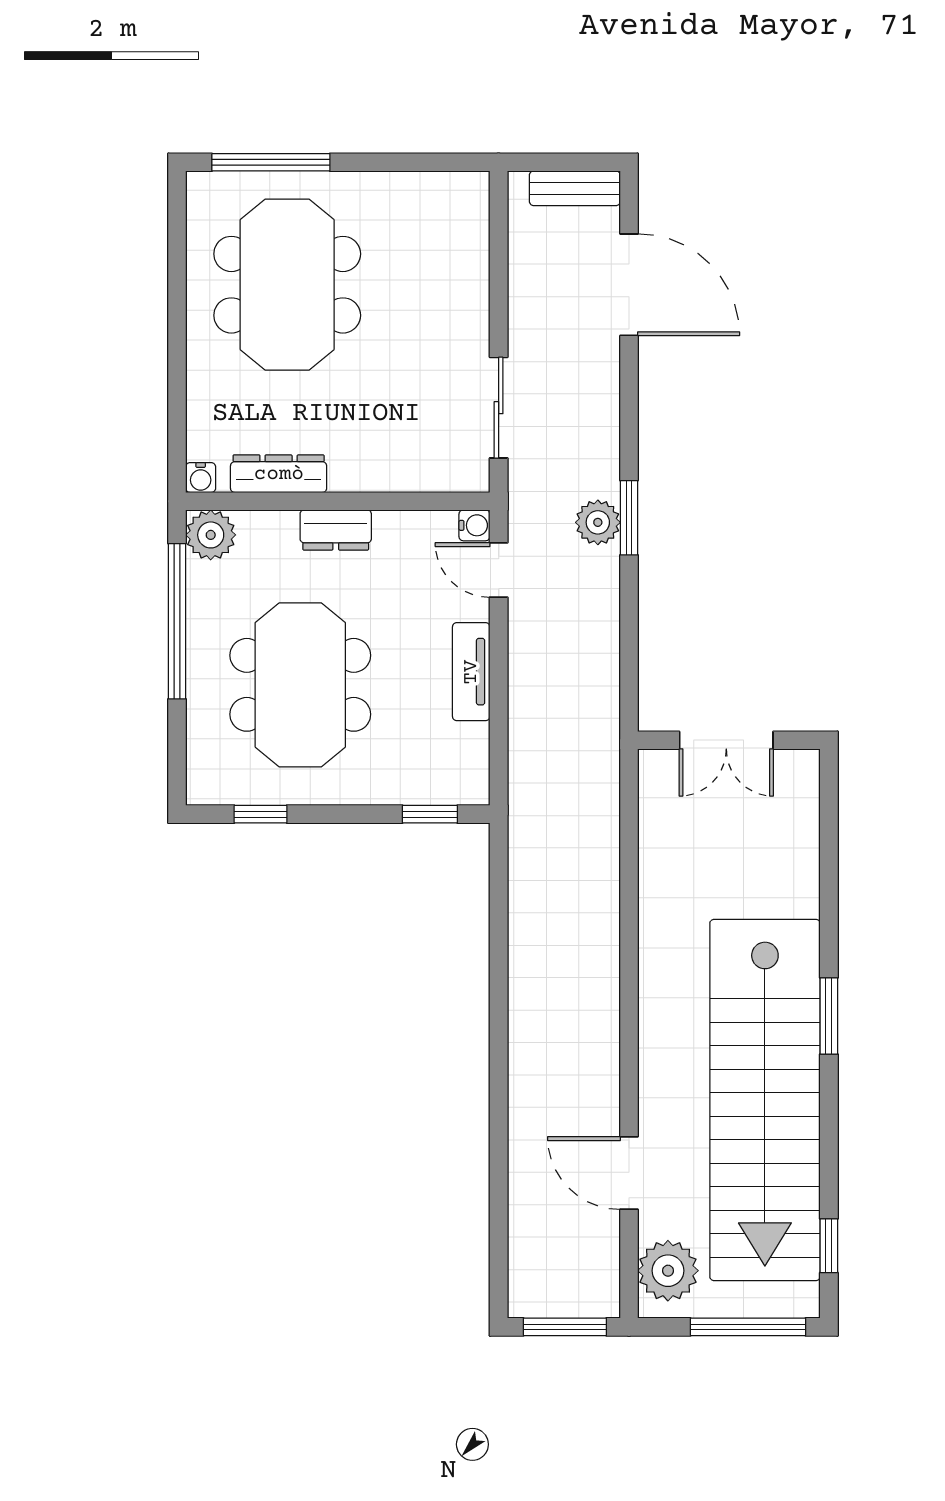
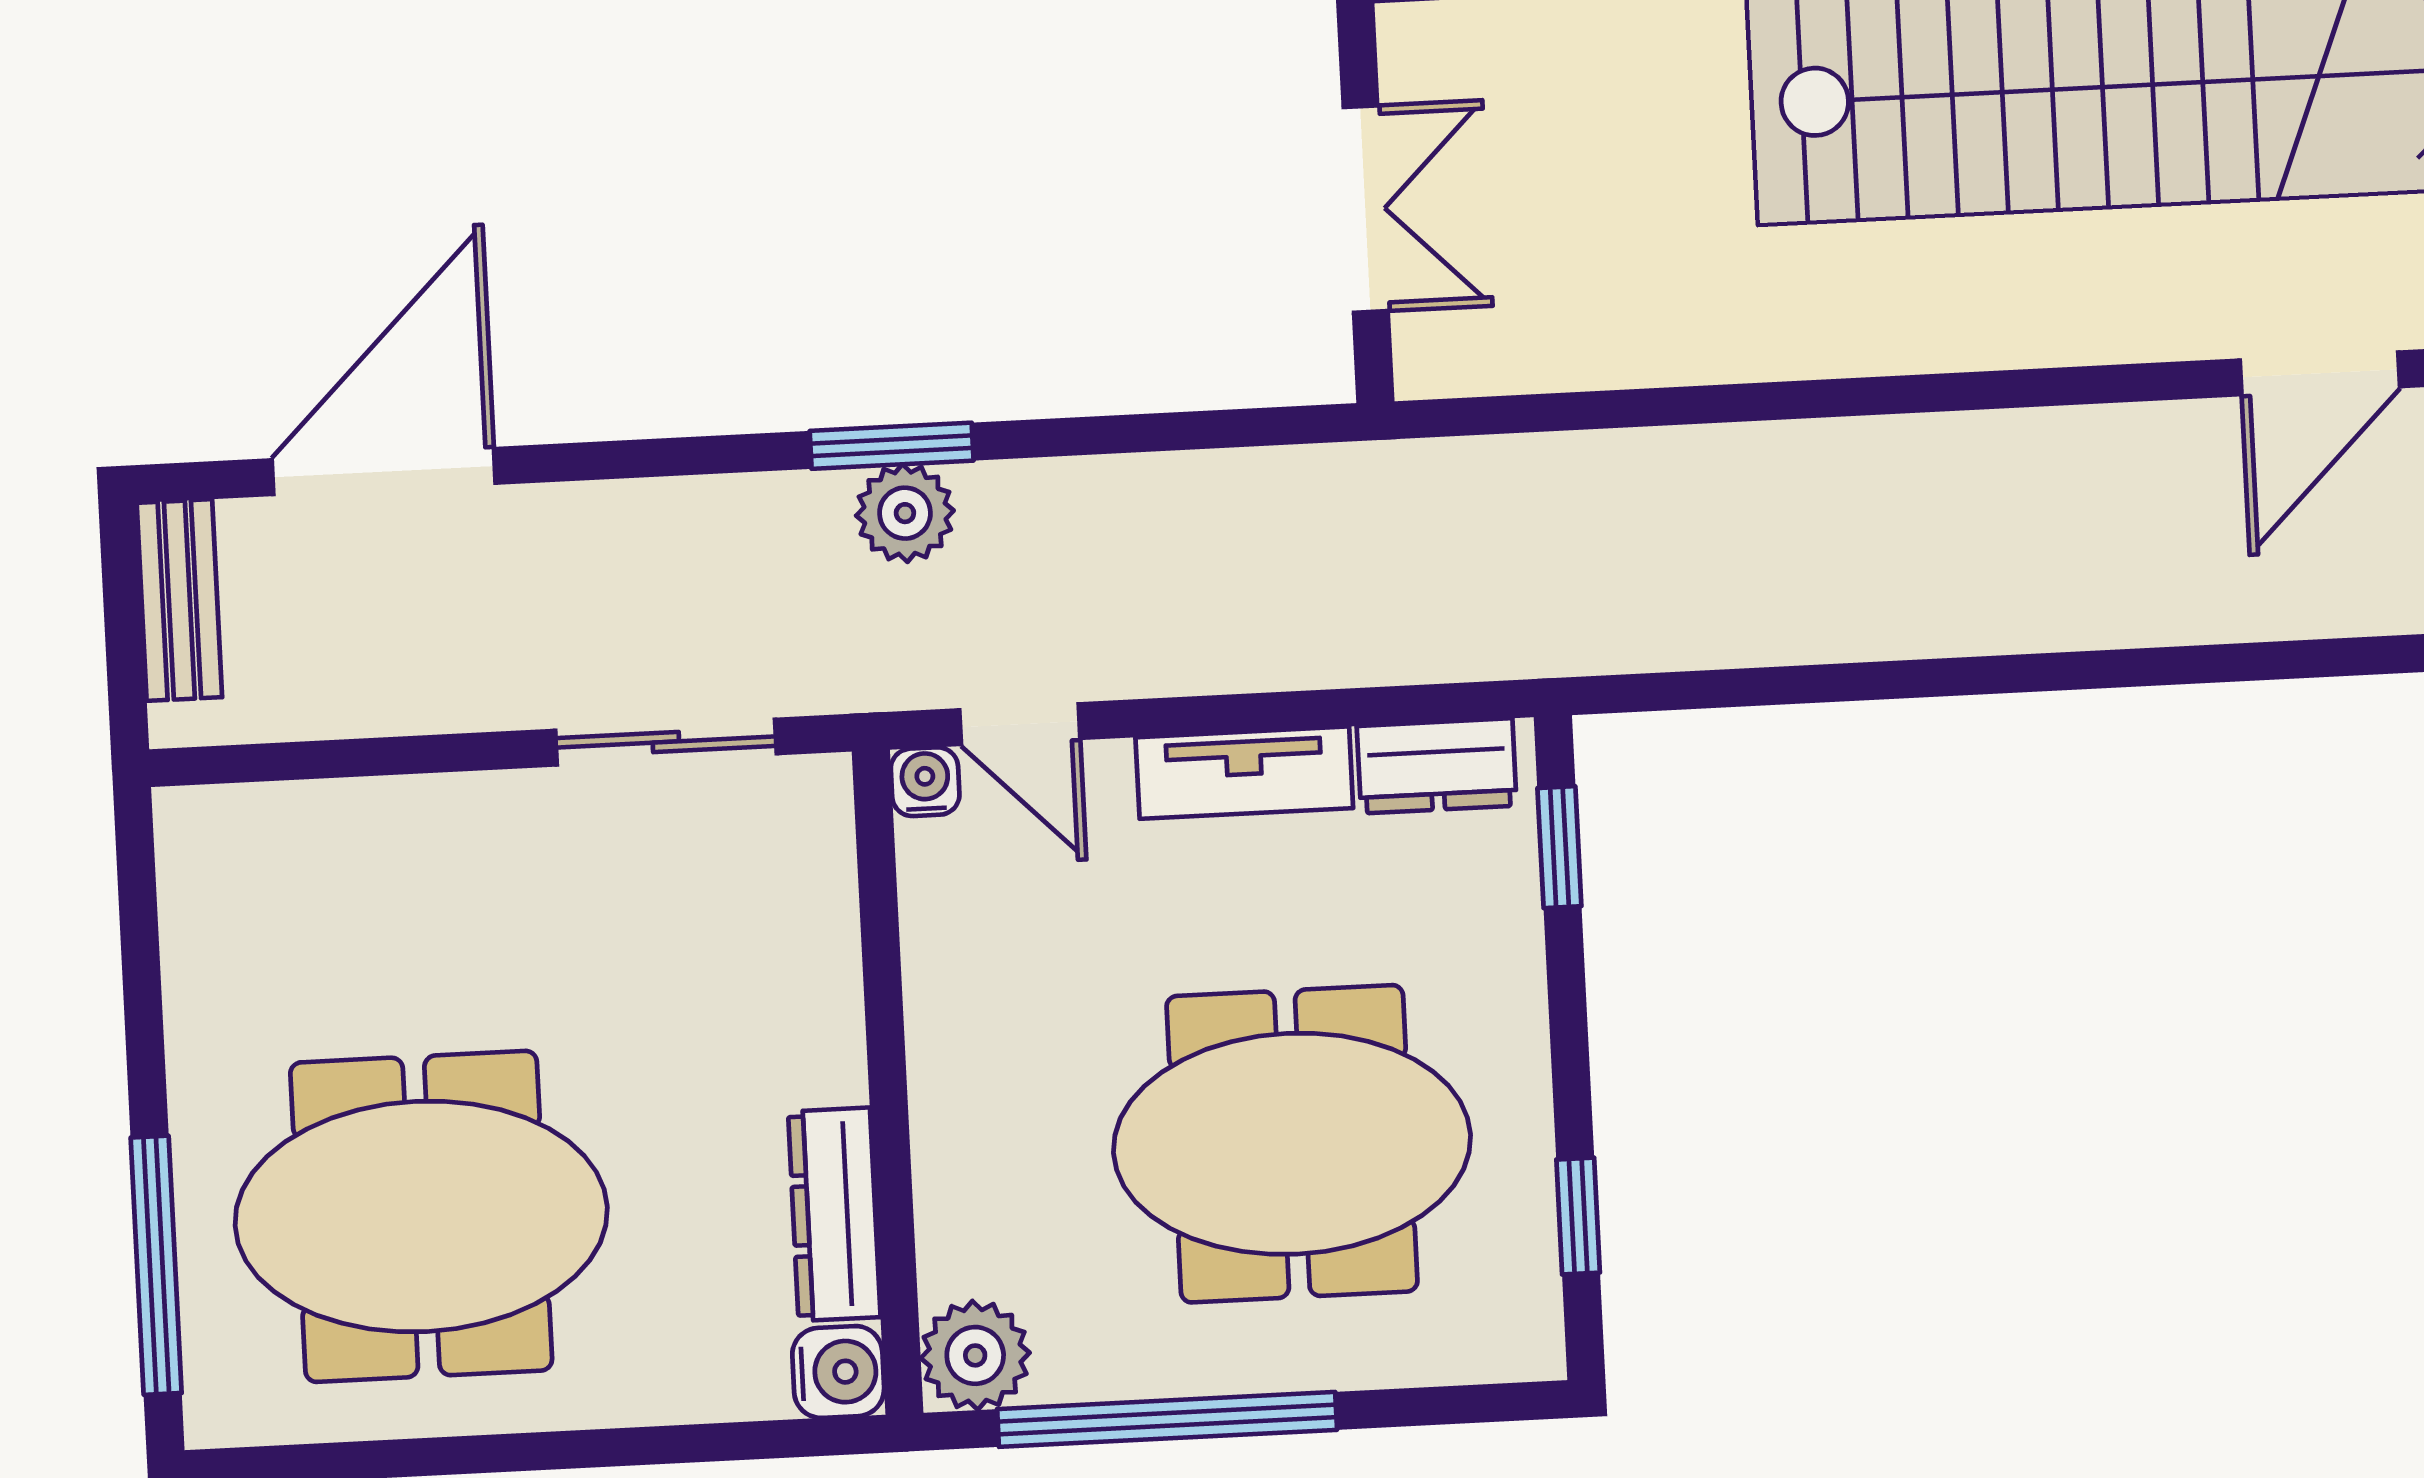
water cooler: (201, 478) -> (838, 1372), width x1.38, depth x1.38
dresser: (336, 530) -> (1437, 766), moved, turned 90
door: (499, 570) -> (1020, 724), hinge flipped

